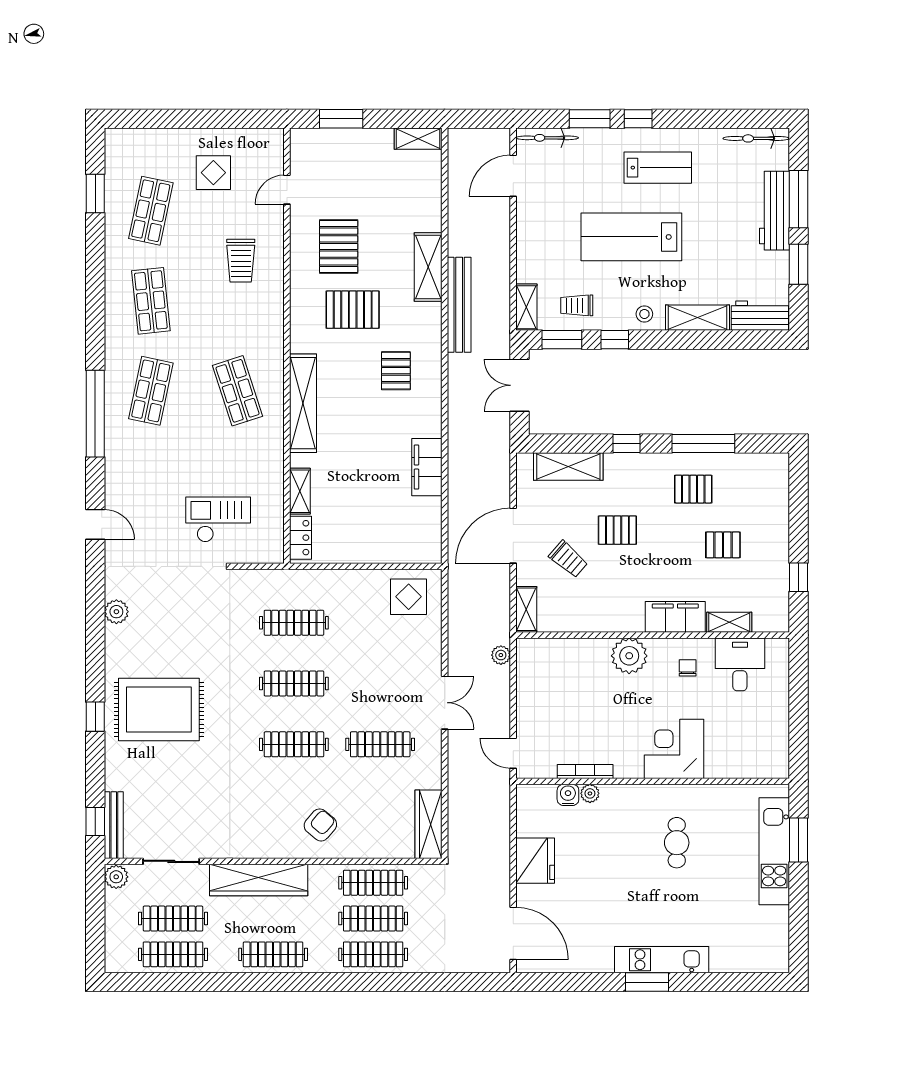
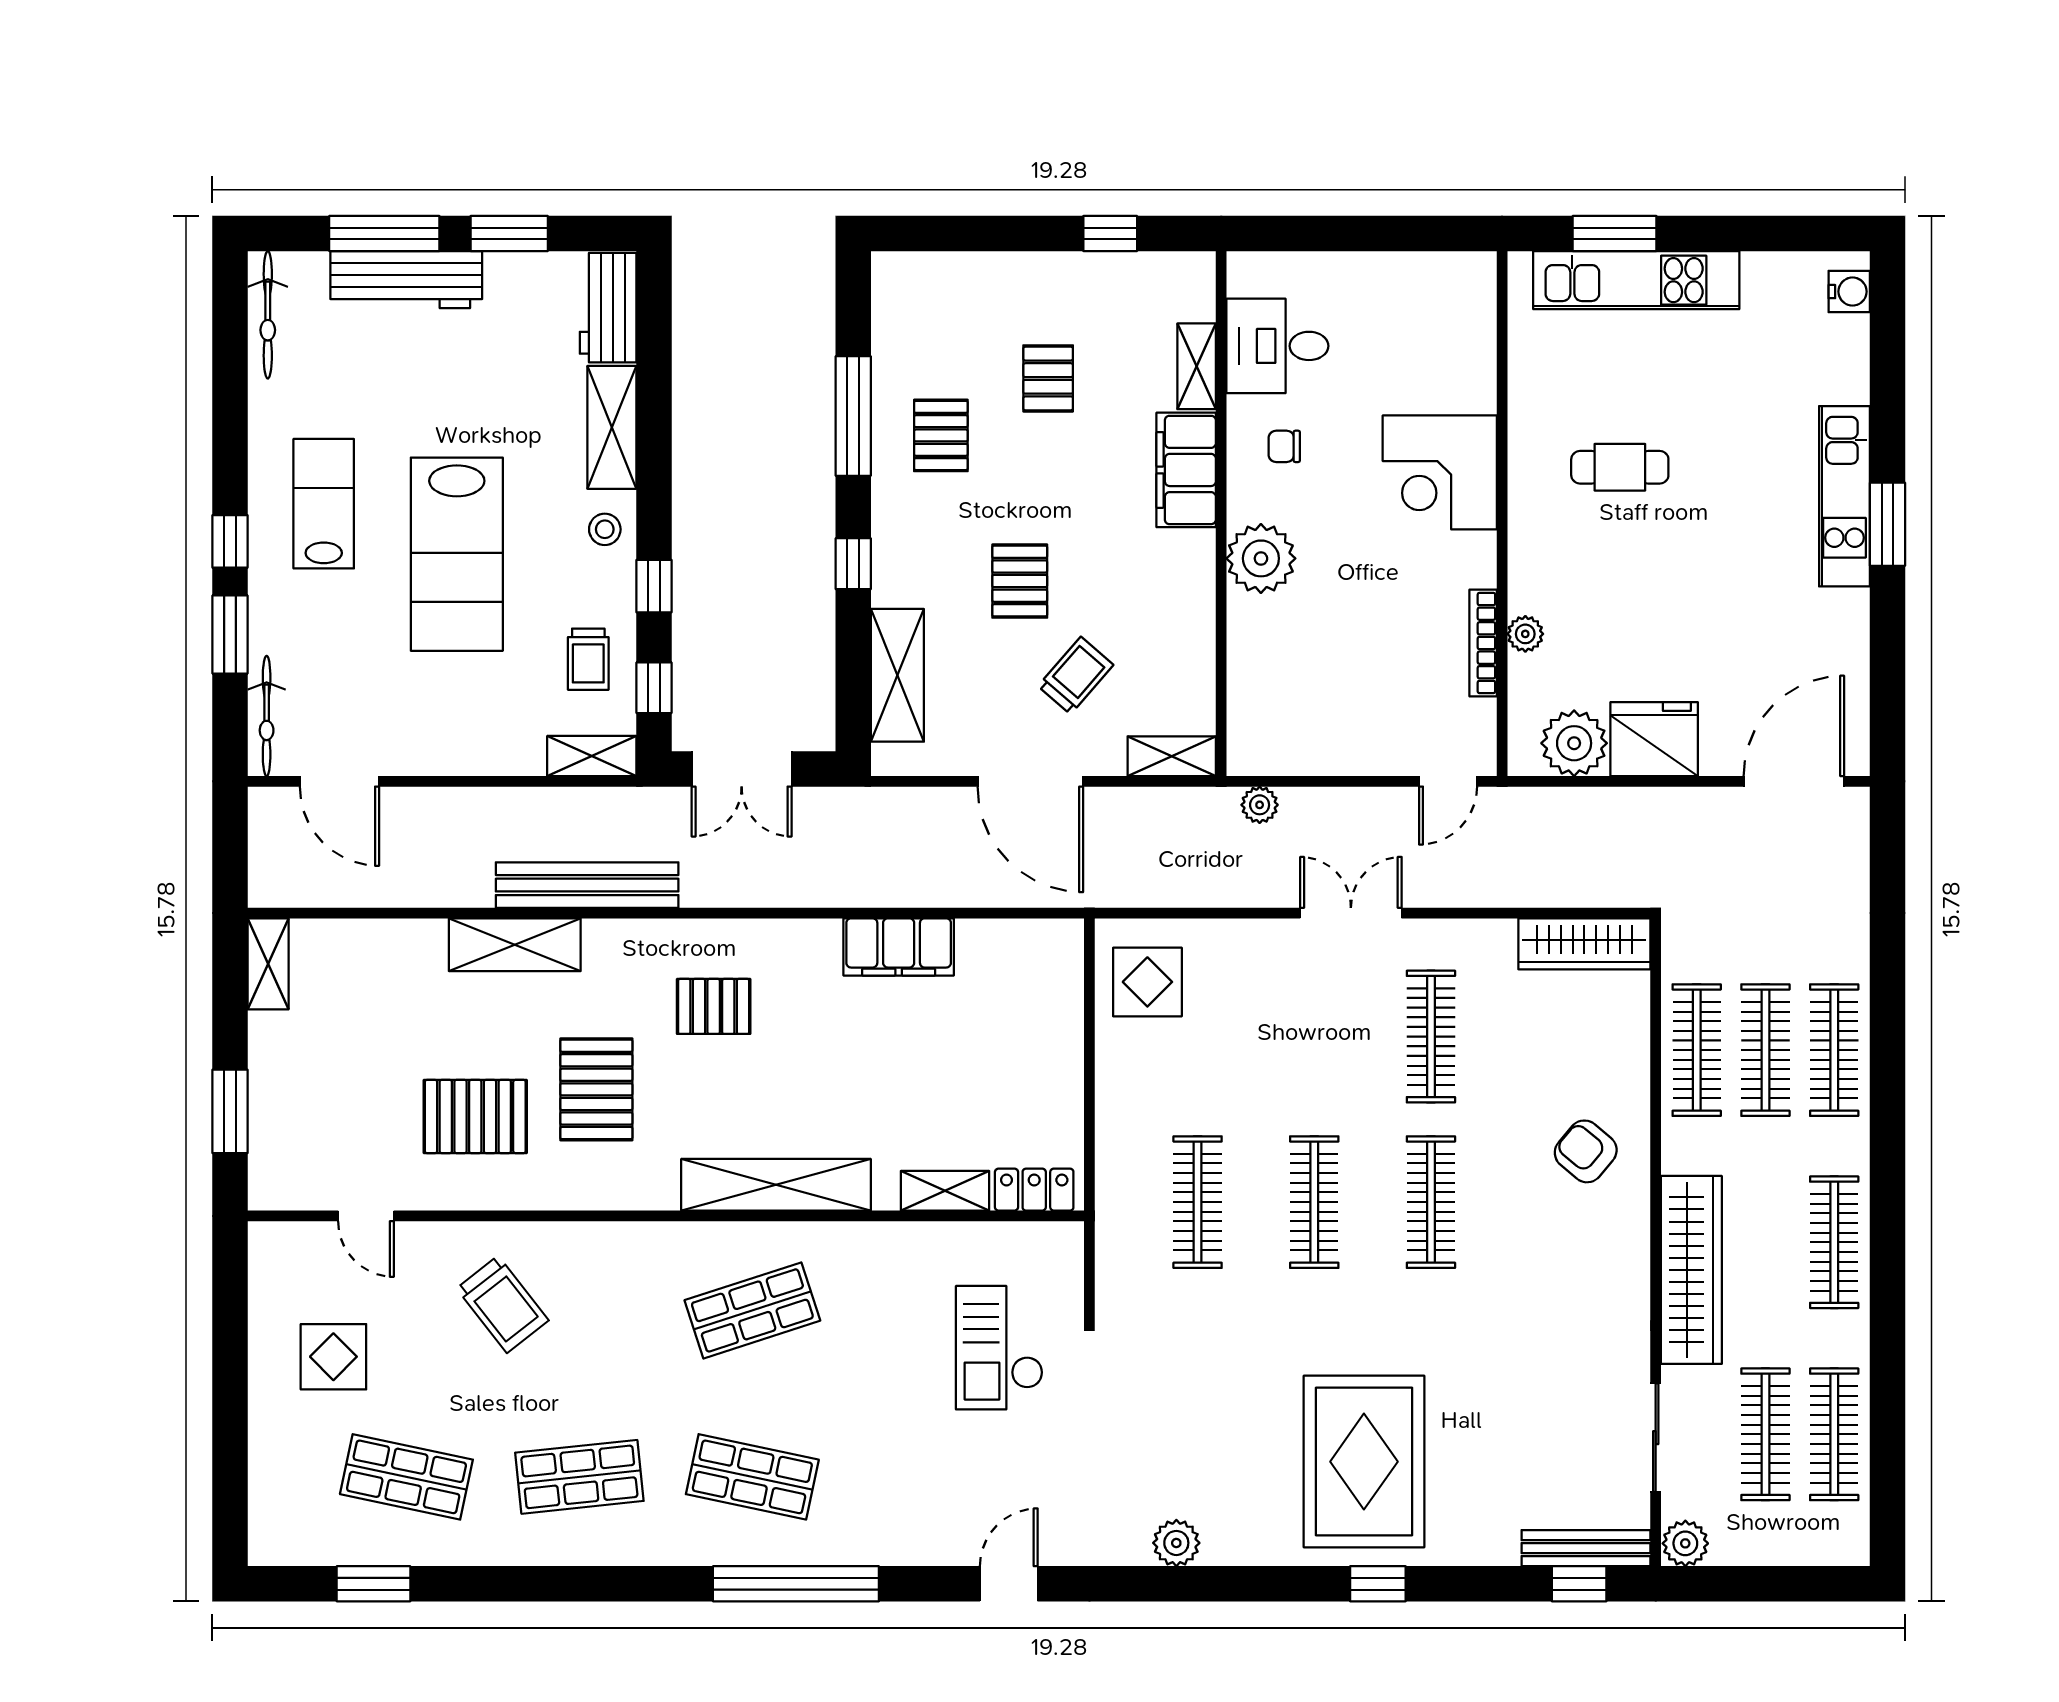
trolley: (241, 261) -> (503, 1304), turned 52
window: (562, 340) -> (654, 688), width x0.67
water cooler: (568, 795) -> (1849, 292), moved, turned 180
plant: (533, 819) -> (1574, 743), added

